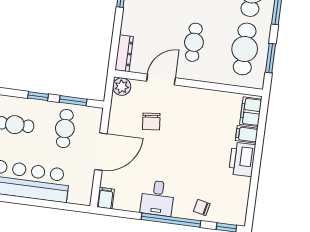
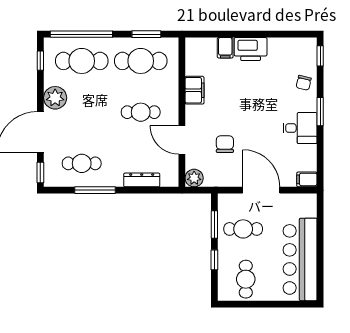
dresser: (124, 53) -> (142, 180), moved
filing cabinet: (251, 112) -> (195, 90), moved, turned -90
chair: (151, 121) -> (225, 144), turned -84
window: (171, 220) -> (320, 112), width x0.47

